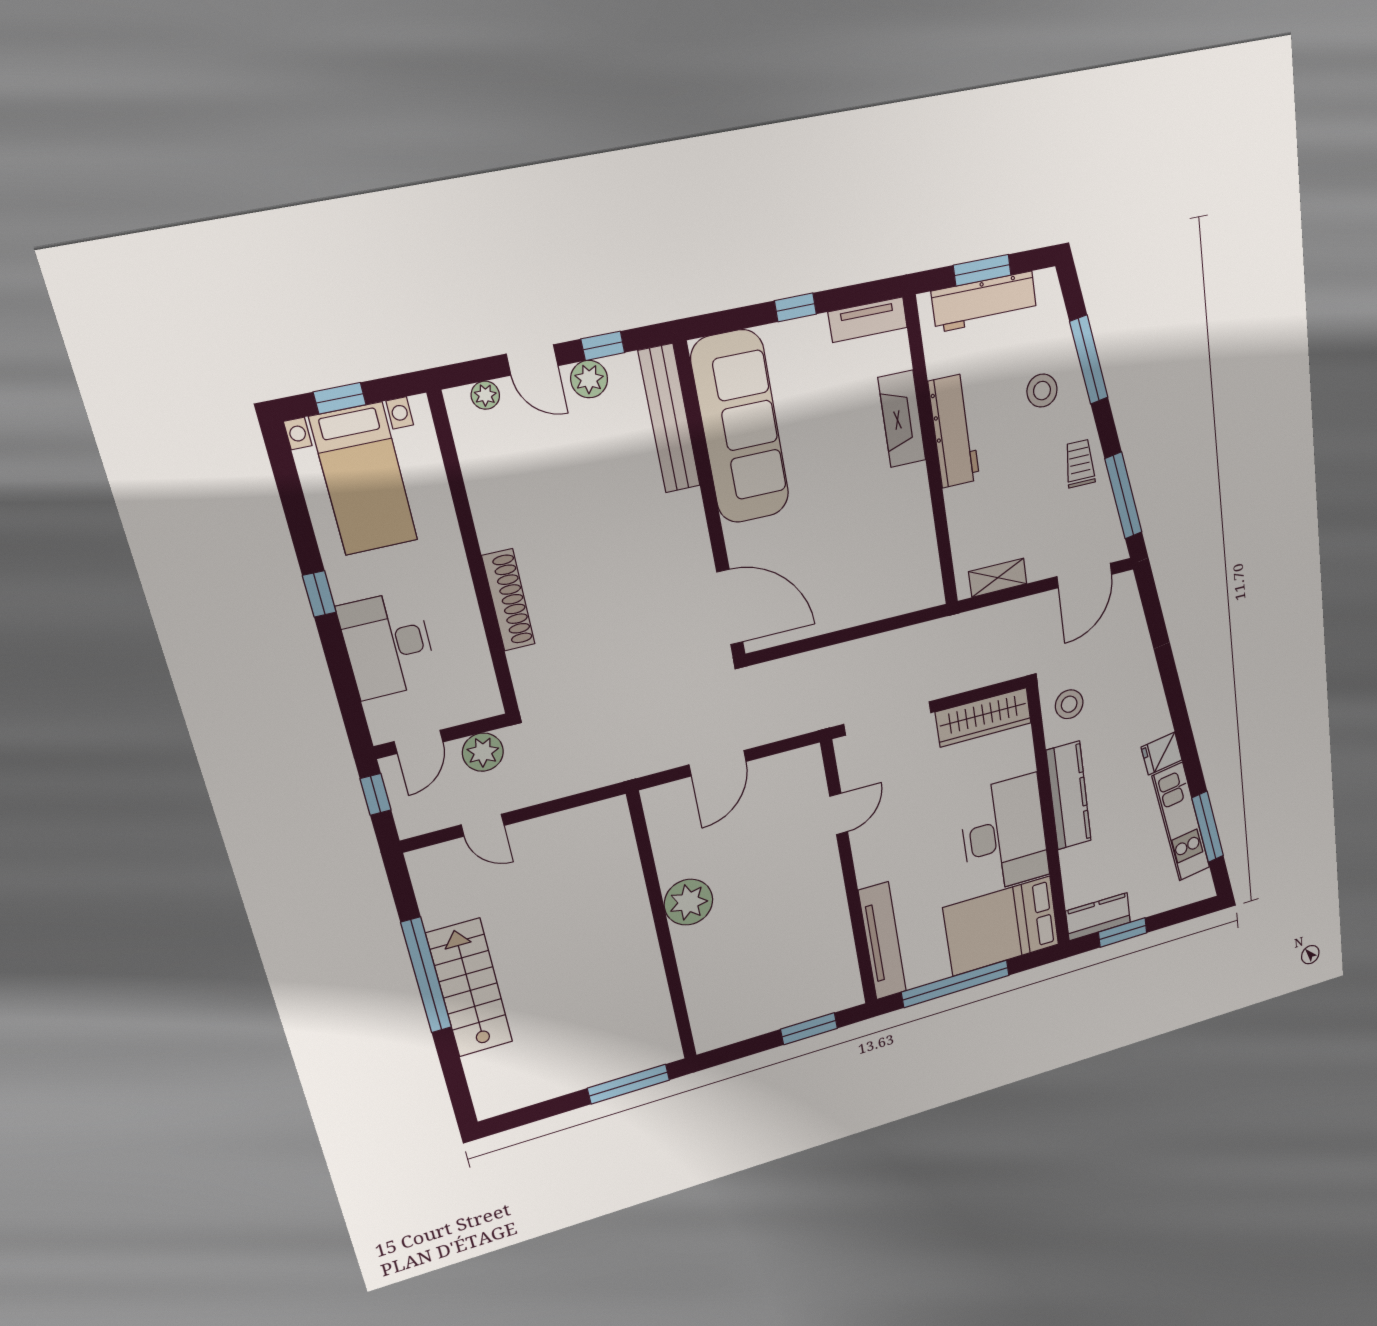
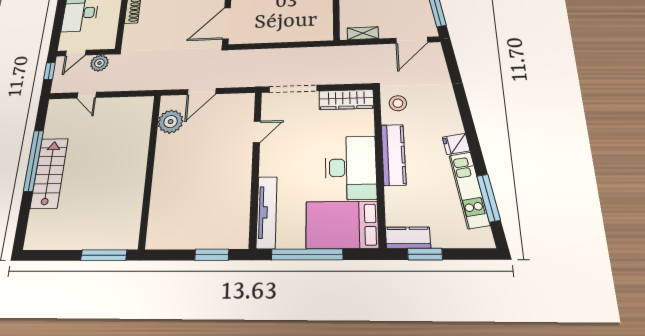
door: (730, 607) -> (227, 23), swing flipped
plant: (688, 902) -> (171, 122), moved

